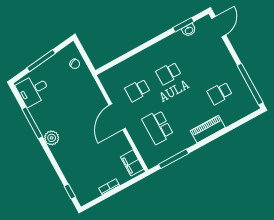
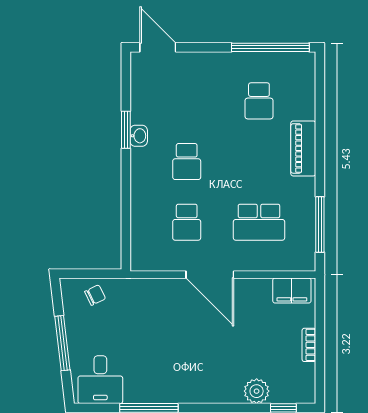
window: (183, 25) -> (126, 130), moved
washbasin: (189, 30) -> (139, 136), moved
plant: (52, 138) -> (257, 391), moved

